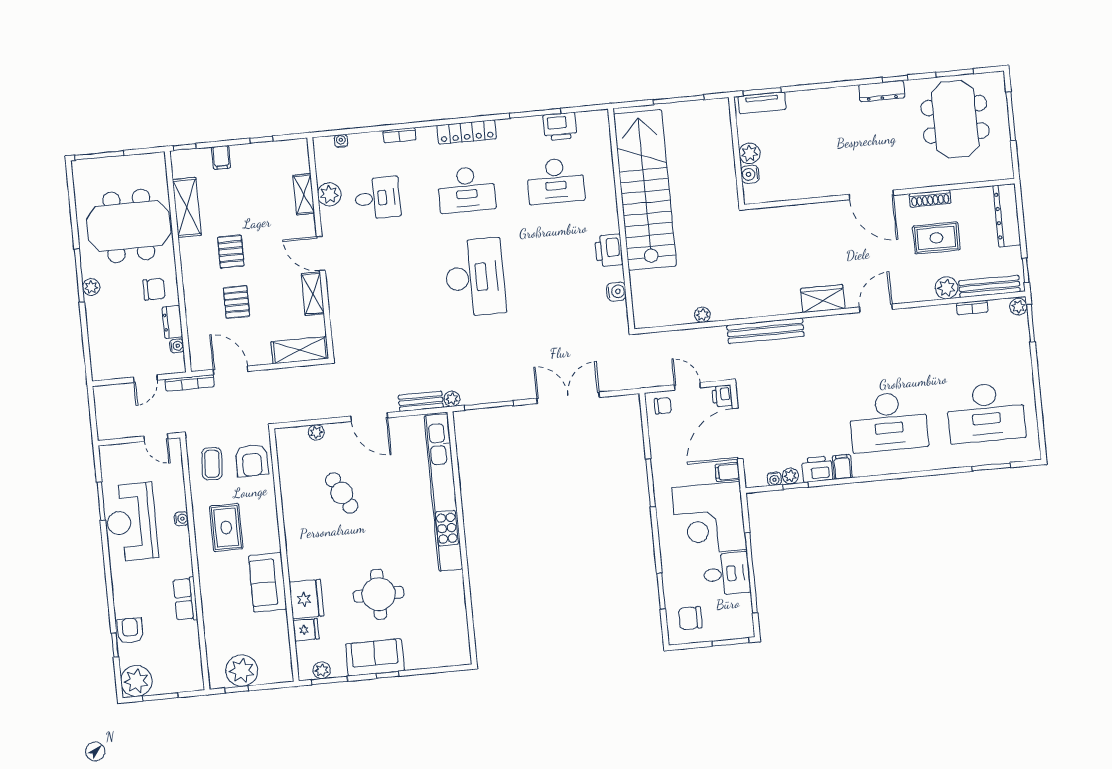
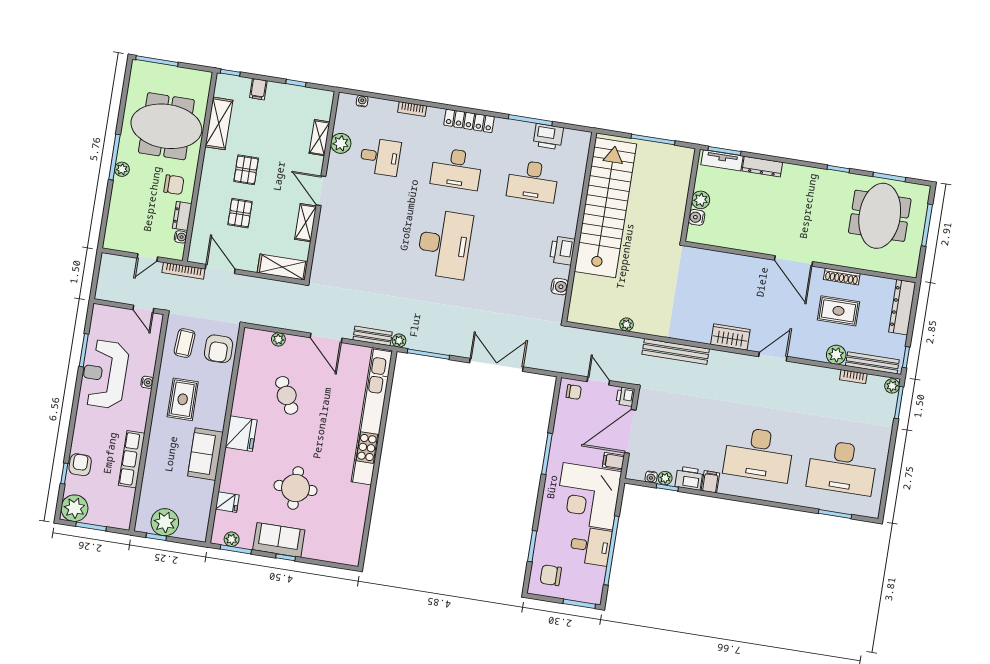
dresser: (882, 91) -> (762, 167), moved
row of seats: (185, 599) -> (132, 459), width x1.48
fridge: (306, 599) -> (241, 434), moved

